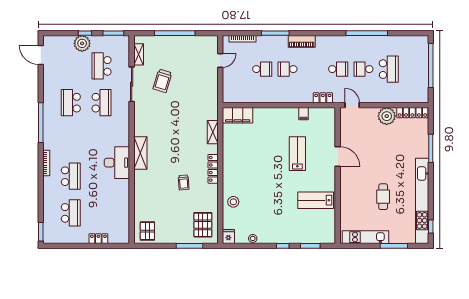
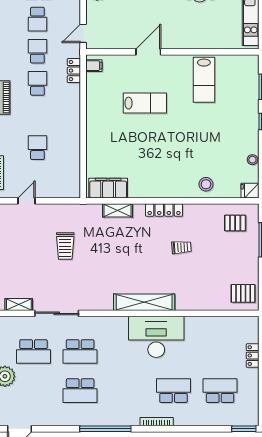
door: (220, 60) -> (27, 201), hinge flipped
school desk: (288, 69) -> (37, 83), moved, turned 180
trolley: (162, 81) -> (65, 246), moved, turned 73
school desk: (102, 103) -> (80, 352), turned 180
filing cabinet: (304, 114) -> (94, 66), moved
filing cabinet: (238, 115) -> (108, 188), moved, turned -90
shelving: (140, 153) -> (144, 302), width x1.47
lab bench: (297, 154) -> (145, 103), turned 180
desk: (117, 163) -> (156, 337), width x1.36, depth x1.30
pallet: (203, 225) -> (235, 223), width x0.67, depth x0.71

